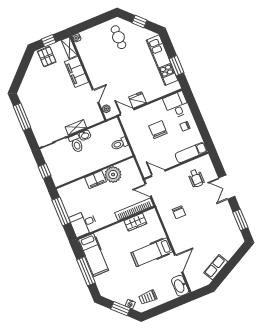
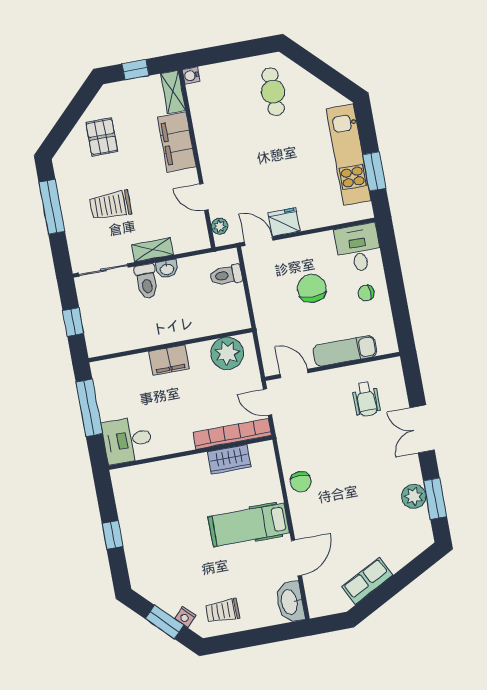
window: (140, 22) -> (321, 70), removed
pallet: (47, 57) -> (102, 137), moved
door: (95, 96) -> (204, 197), swing flipped
trolley: (51, 110) -> (111, 205), added
toilet: (119, 144) -> (226, 275), moved
exam couch: (191, 153) -> (345, 351), moved
plant: (113, 175) -> (227, 353), moved
chair: (179, 212) -> (301, 482), moved
plant: (230, 221) -> (414, 496), added
hospital bed: (94, 255) -> (134, 506), removed
window: (86, 271) -> (113, 535), width x0.46

